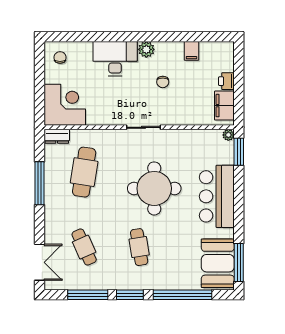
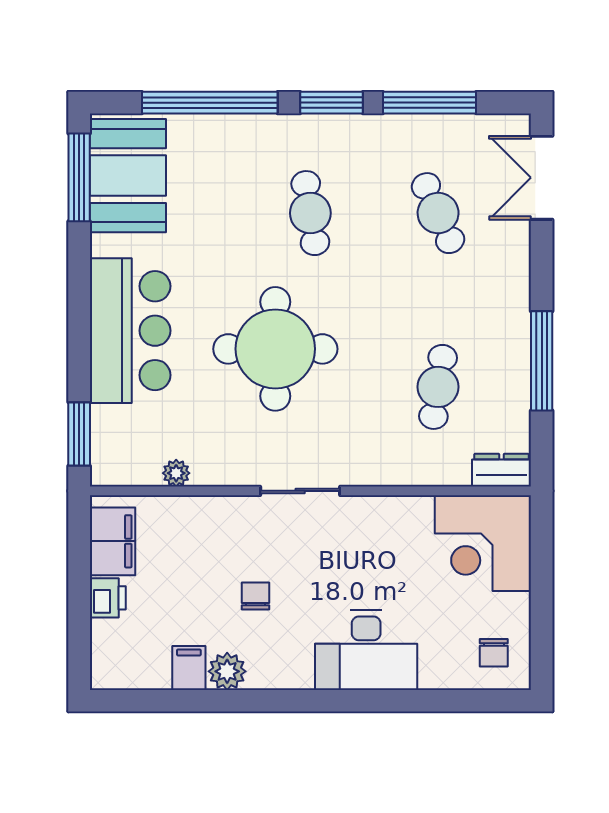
plant: (146, 49) -> (227, 671), moved
plant: (228, 135) -> (176, 473), moved
cafe table: (84, 172) -> (438, 387), width x0.73, depth x0.74

